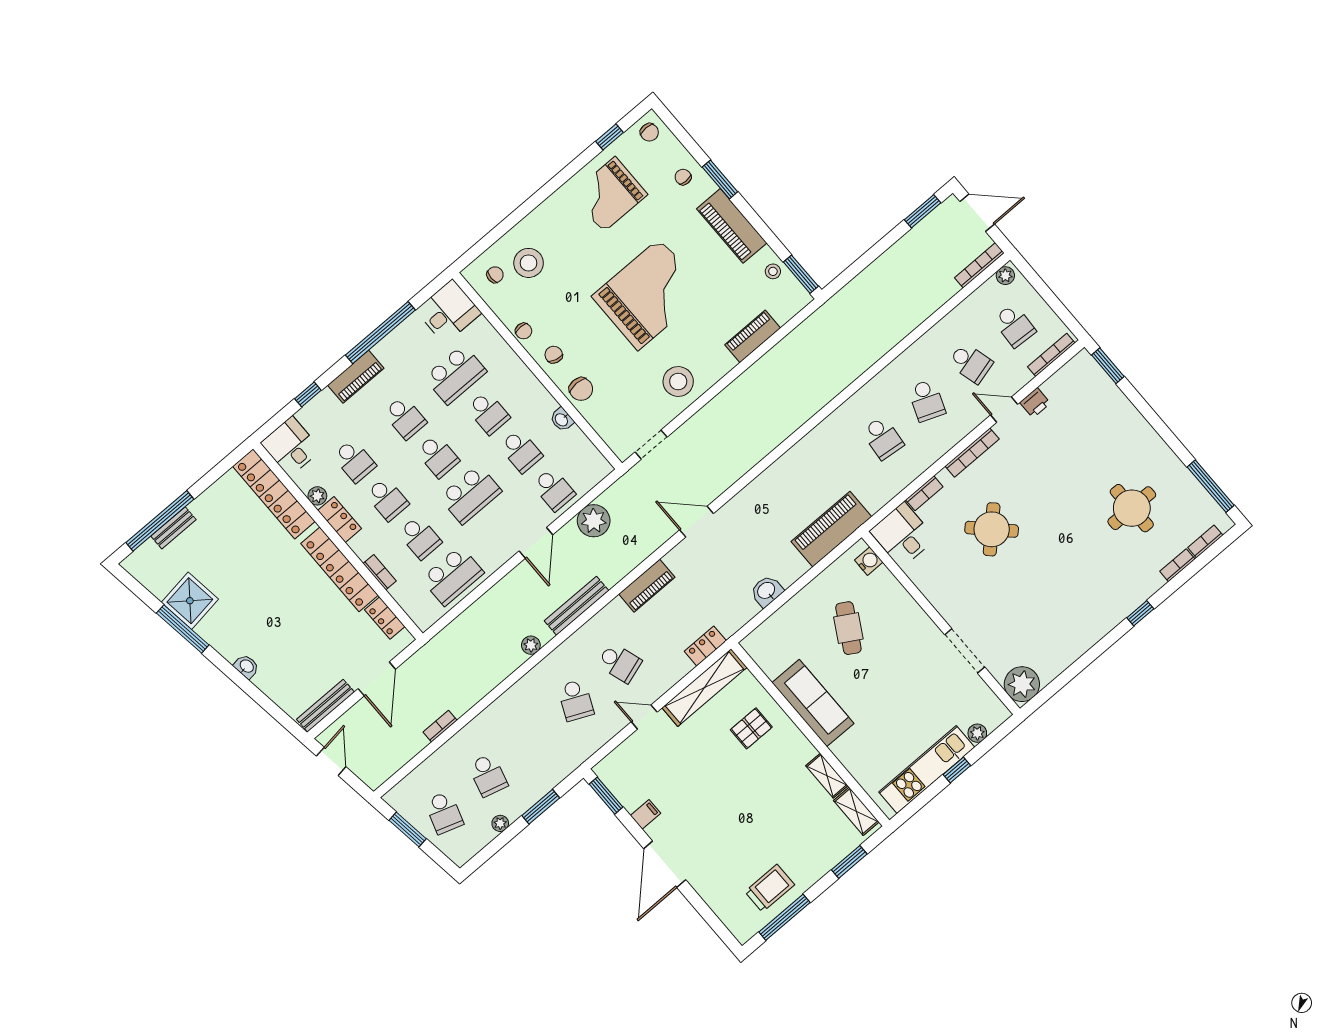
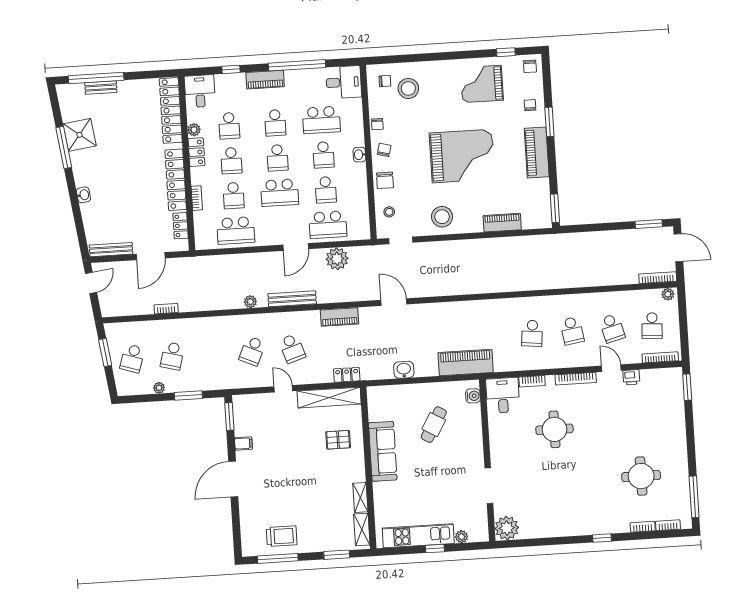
stool: (773, 271) -> (389, 212), moved
school desk: (927, 400) -> (572, 331), turned -30
washbasin: (562, 420) -> (359, 155), moved
school desk: (554, 489) -> (328, 225), width x1.85
round table: (992, 529) -> (554, 429), turned 45

